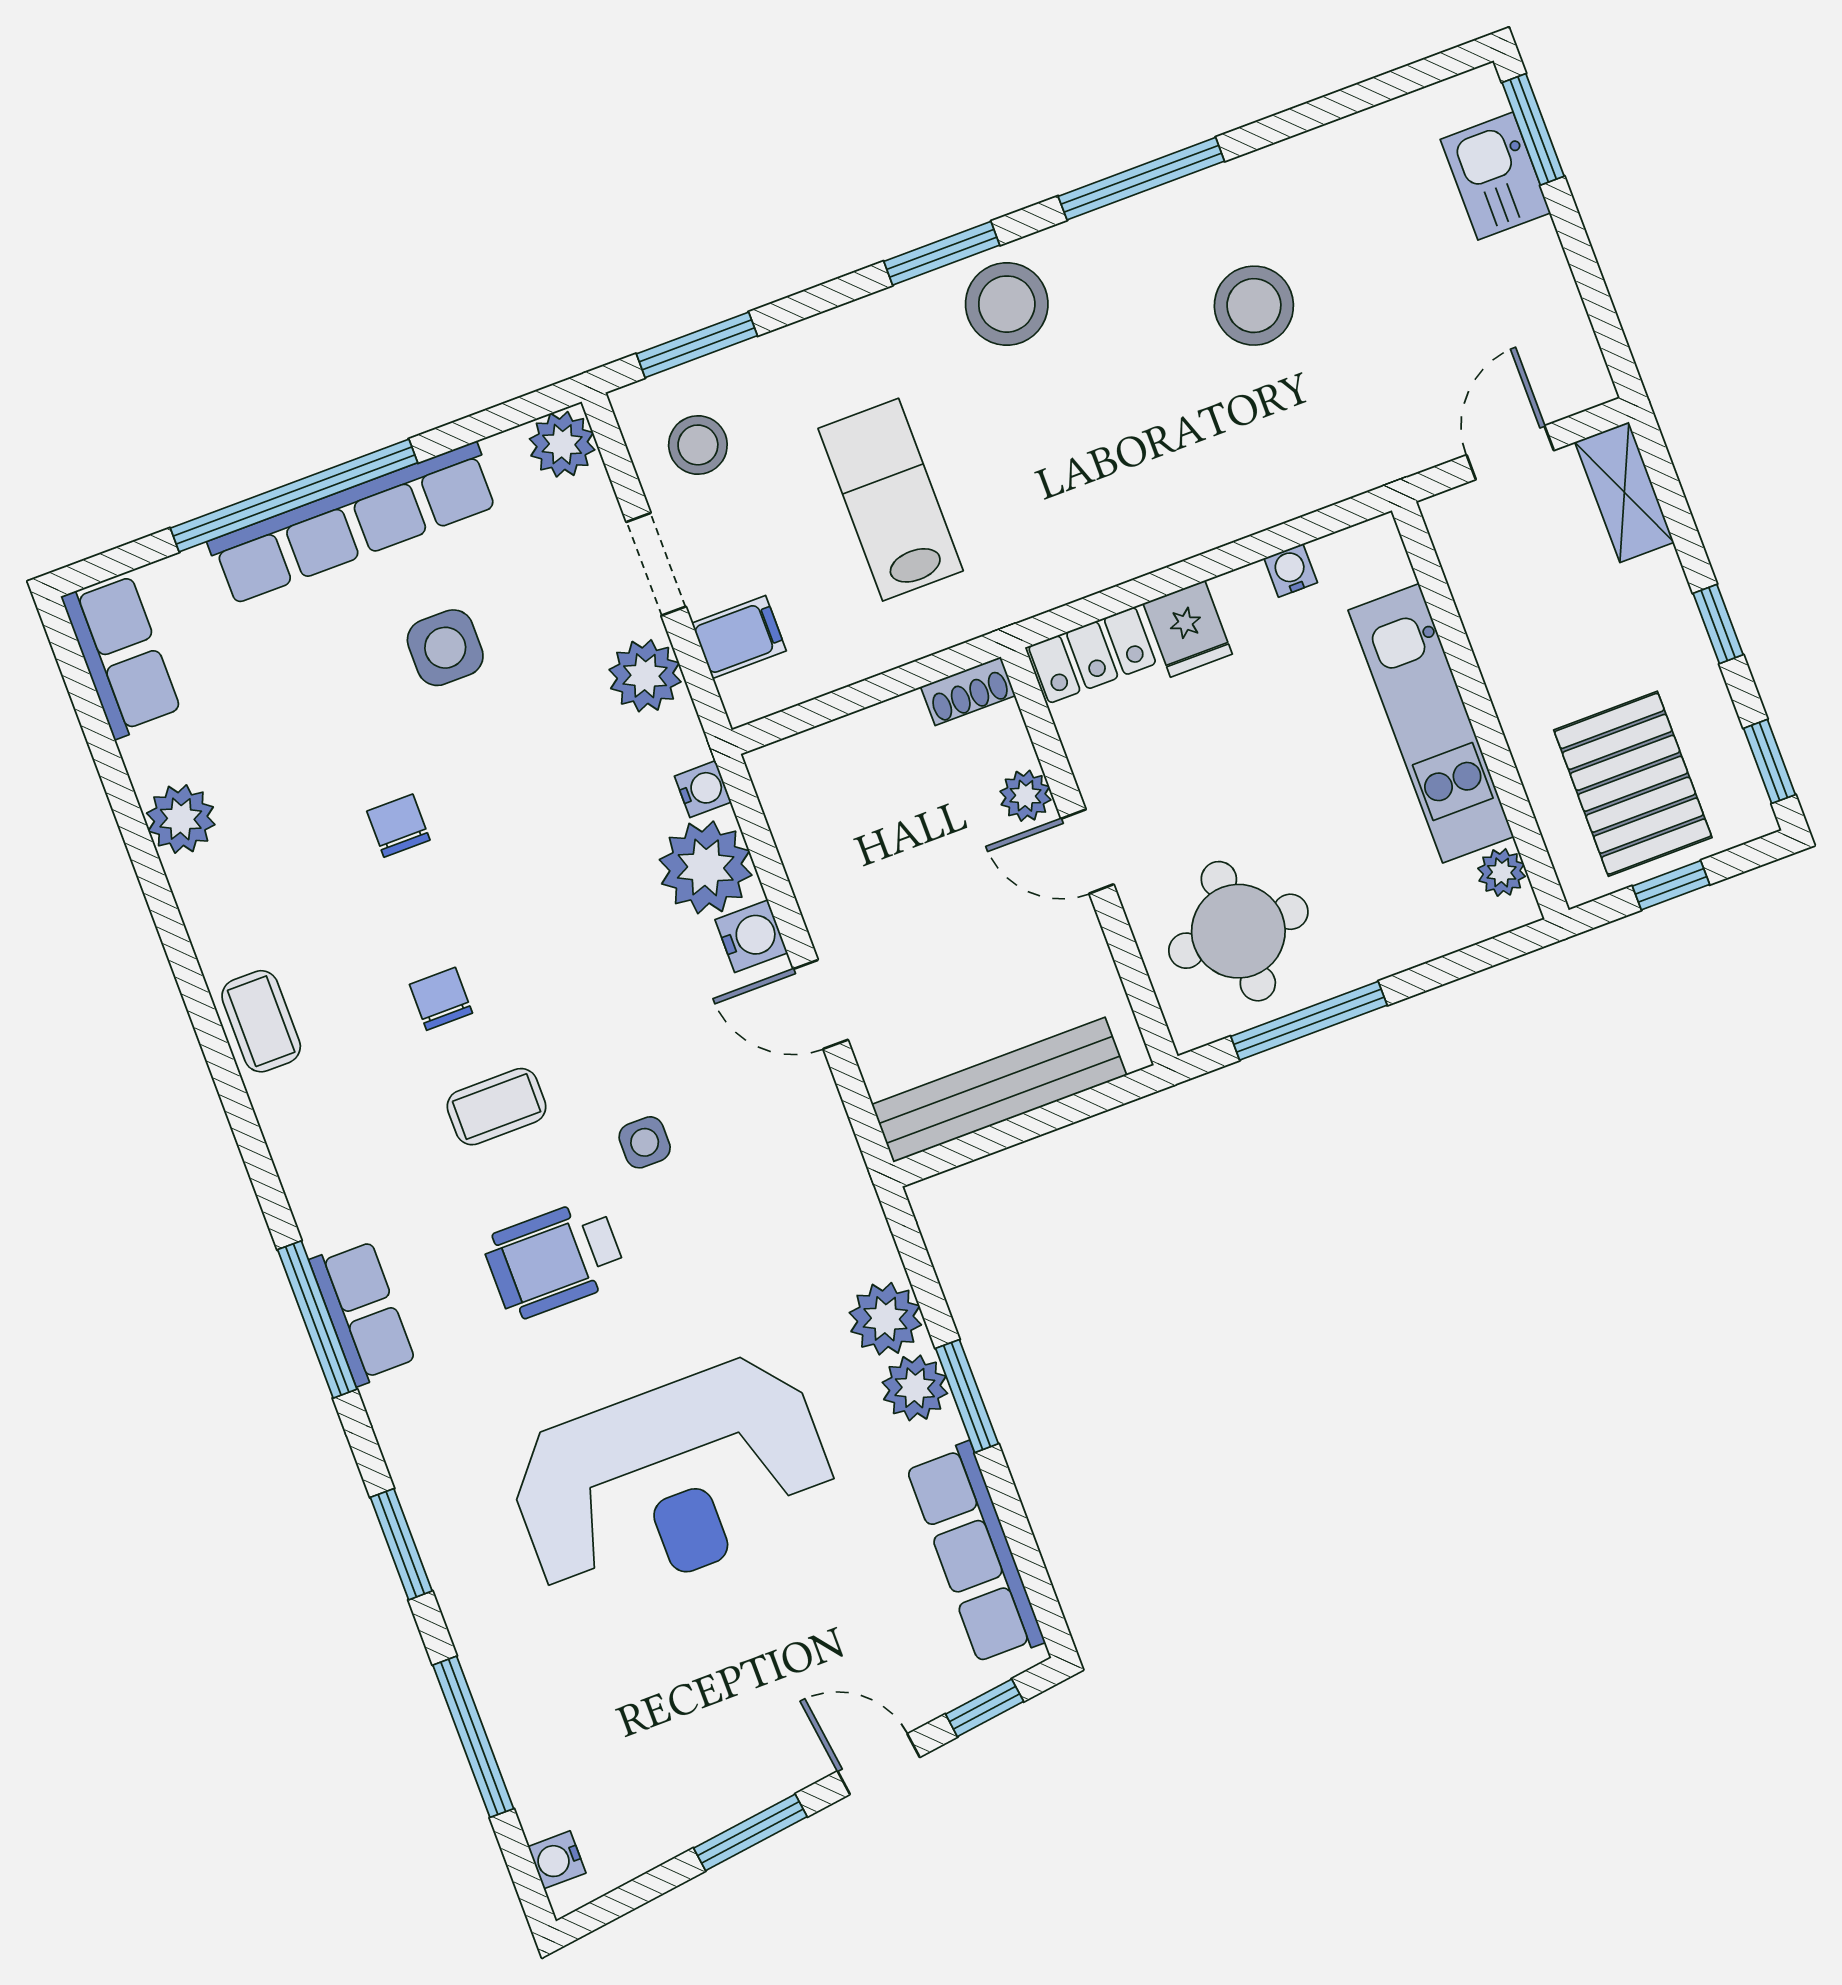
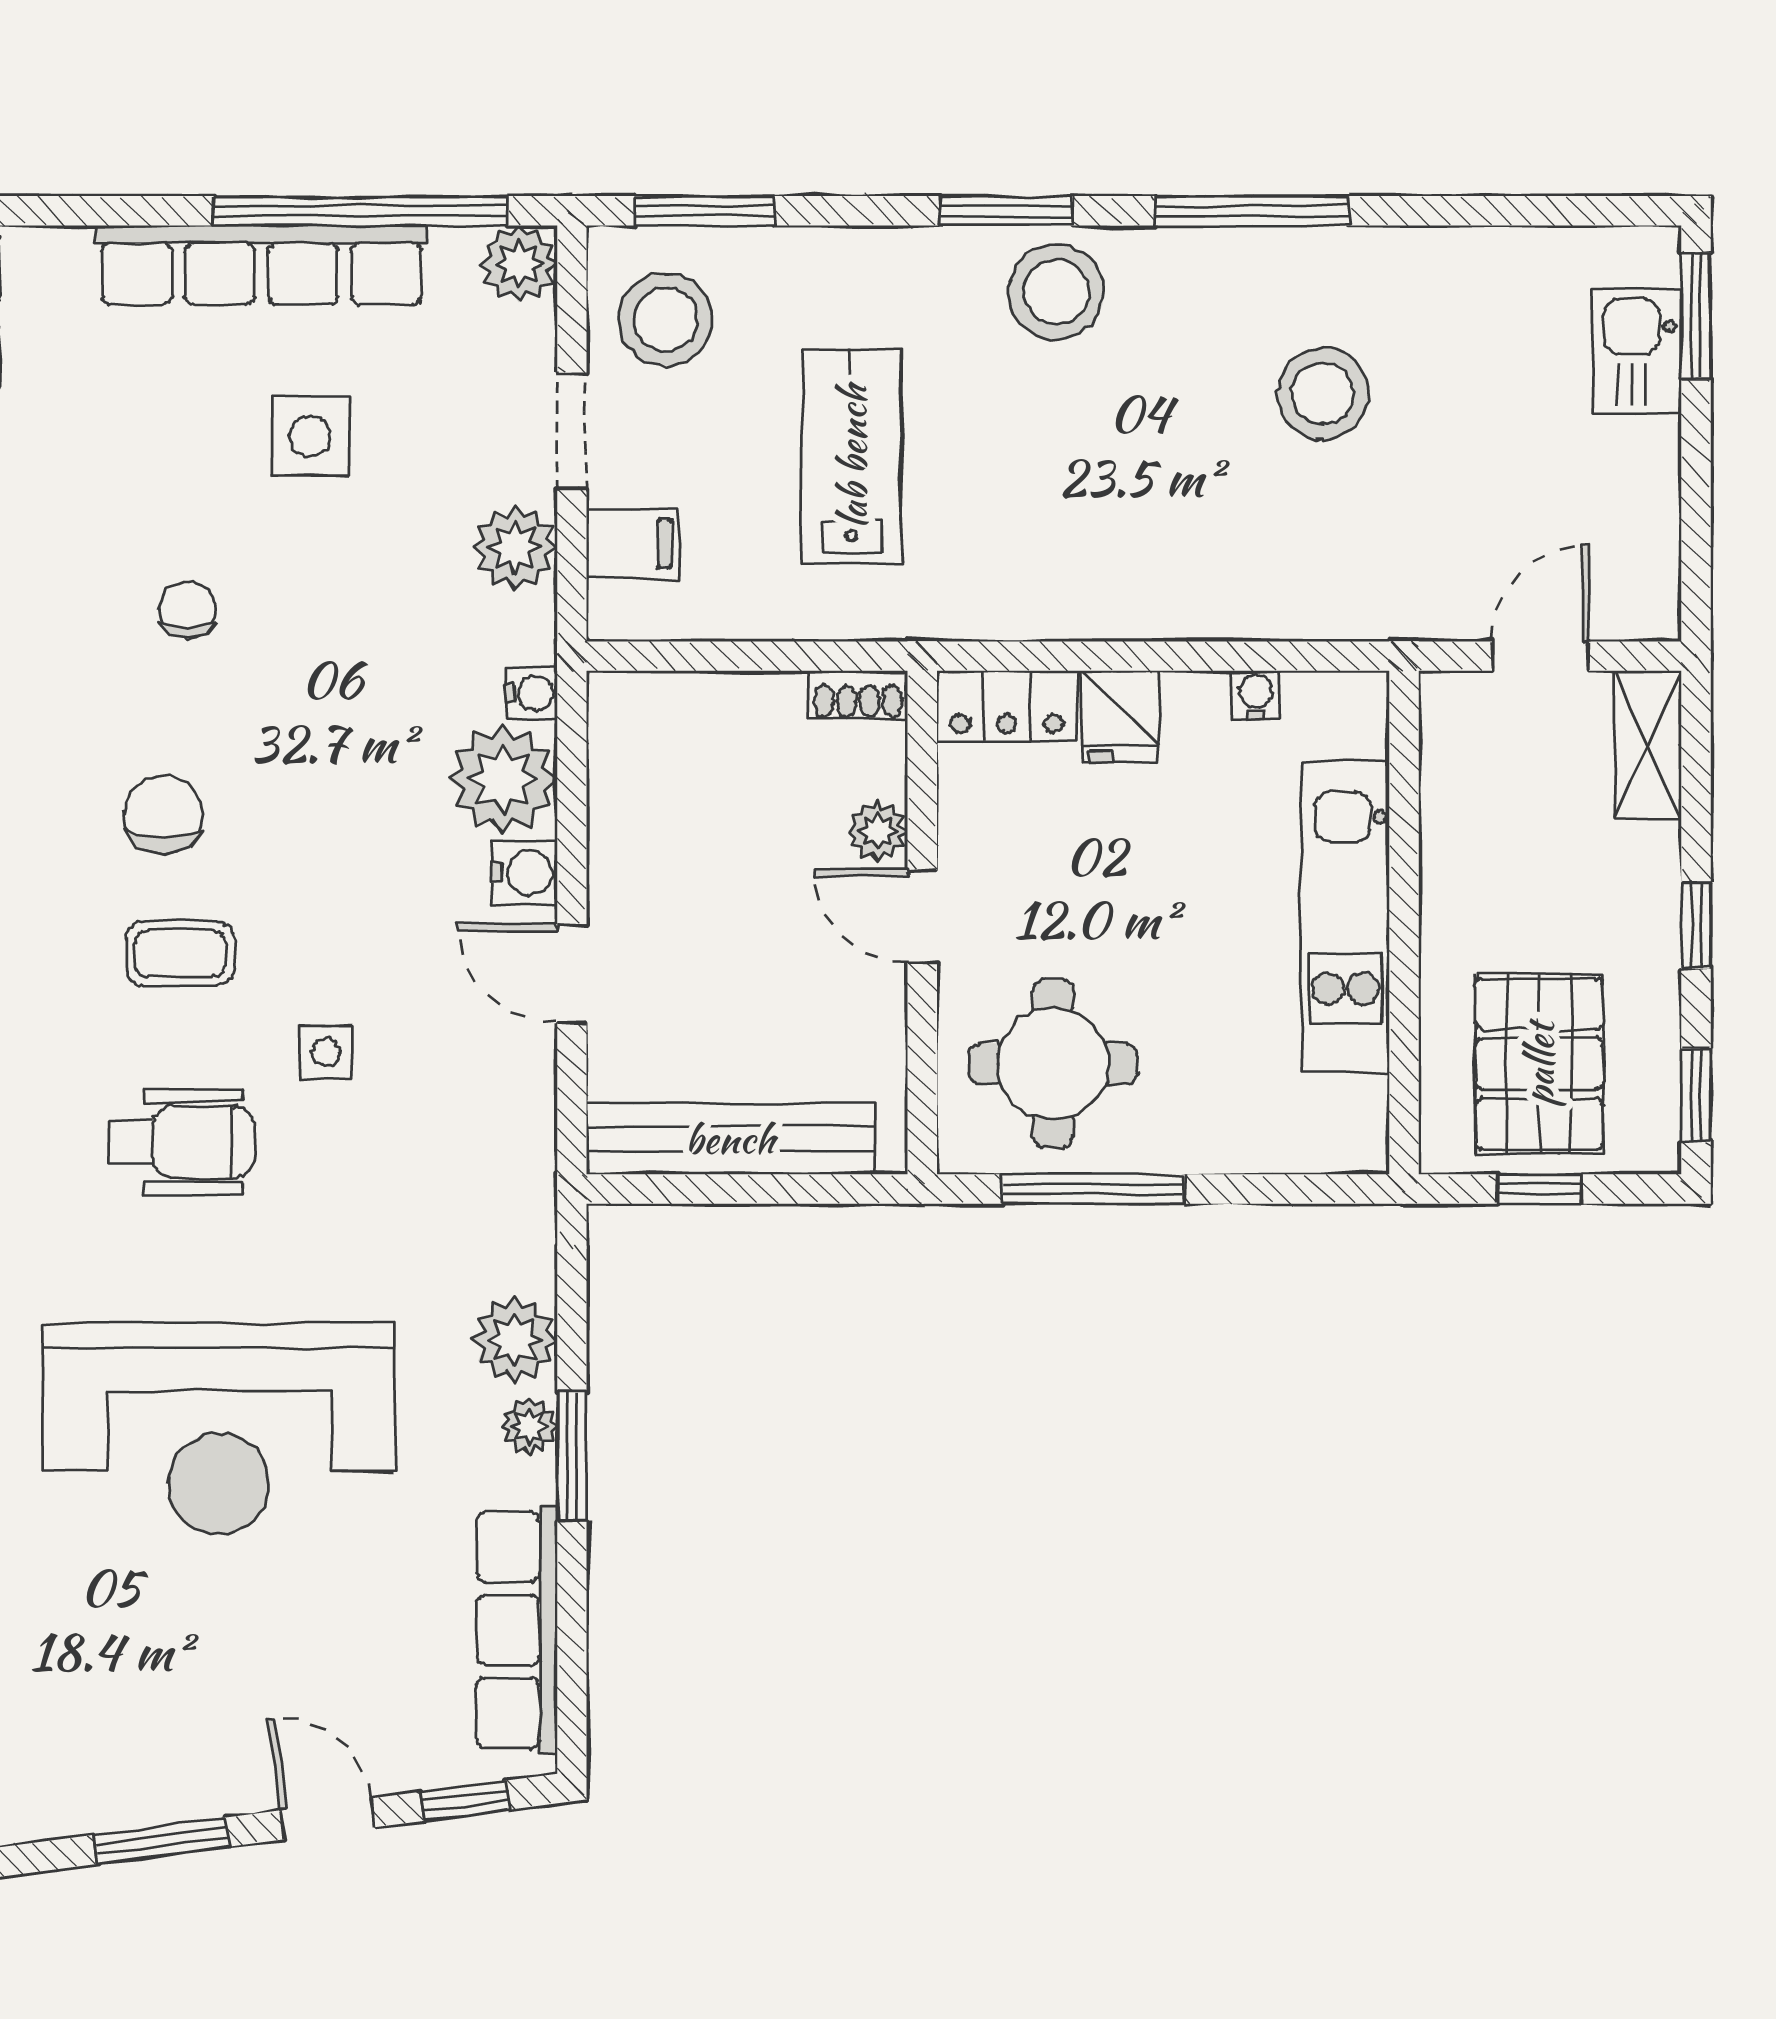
stool: (698, 445) -> (665, 320), width x1.38, depth x1.38
window: (294, 495) -> (360, 211), moved
plant: (1502, 872) -> (1362, 1107), removed
chair: (441, 999) -> (164, 814), width x1.37, depth x1.37
wheelchair: (555, 1259) -> (181, 1142), turned 180
plant: (915, 1388) -> (529, 1427), width x0.73, depth x0.73

